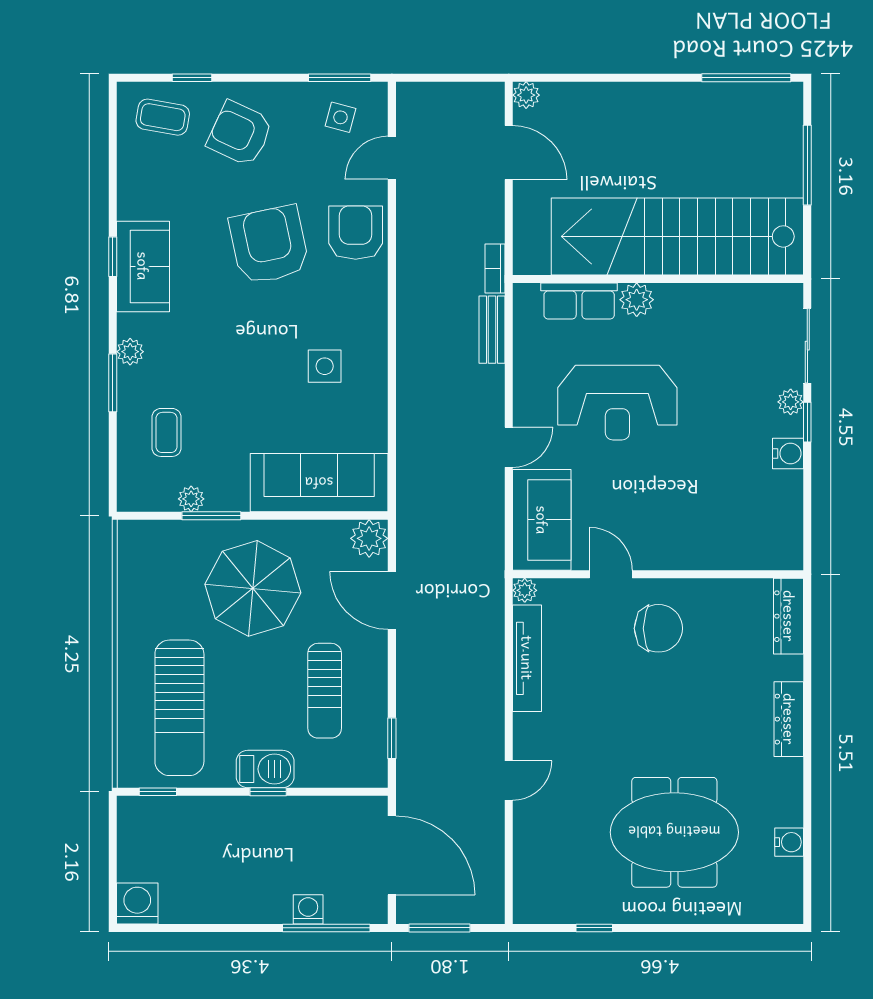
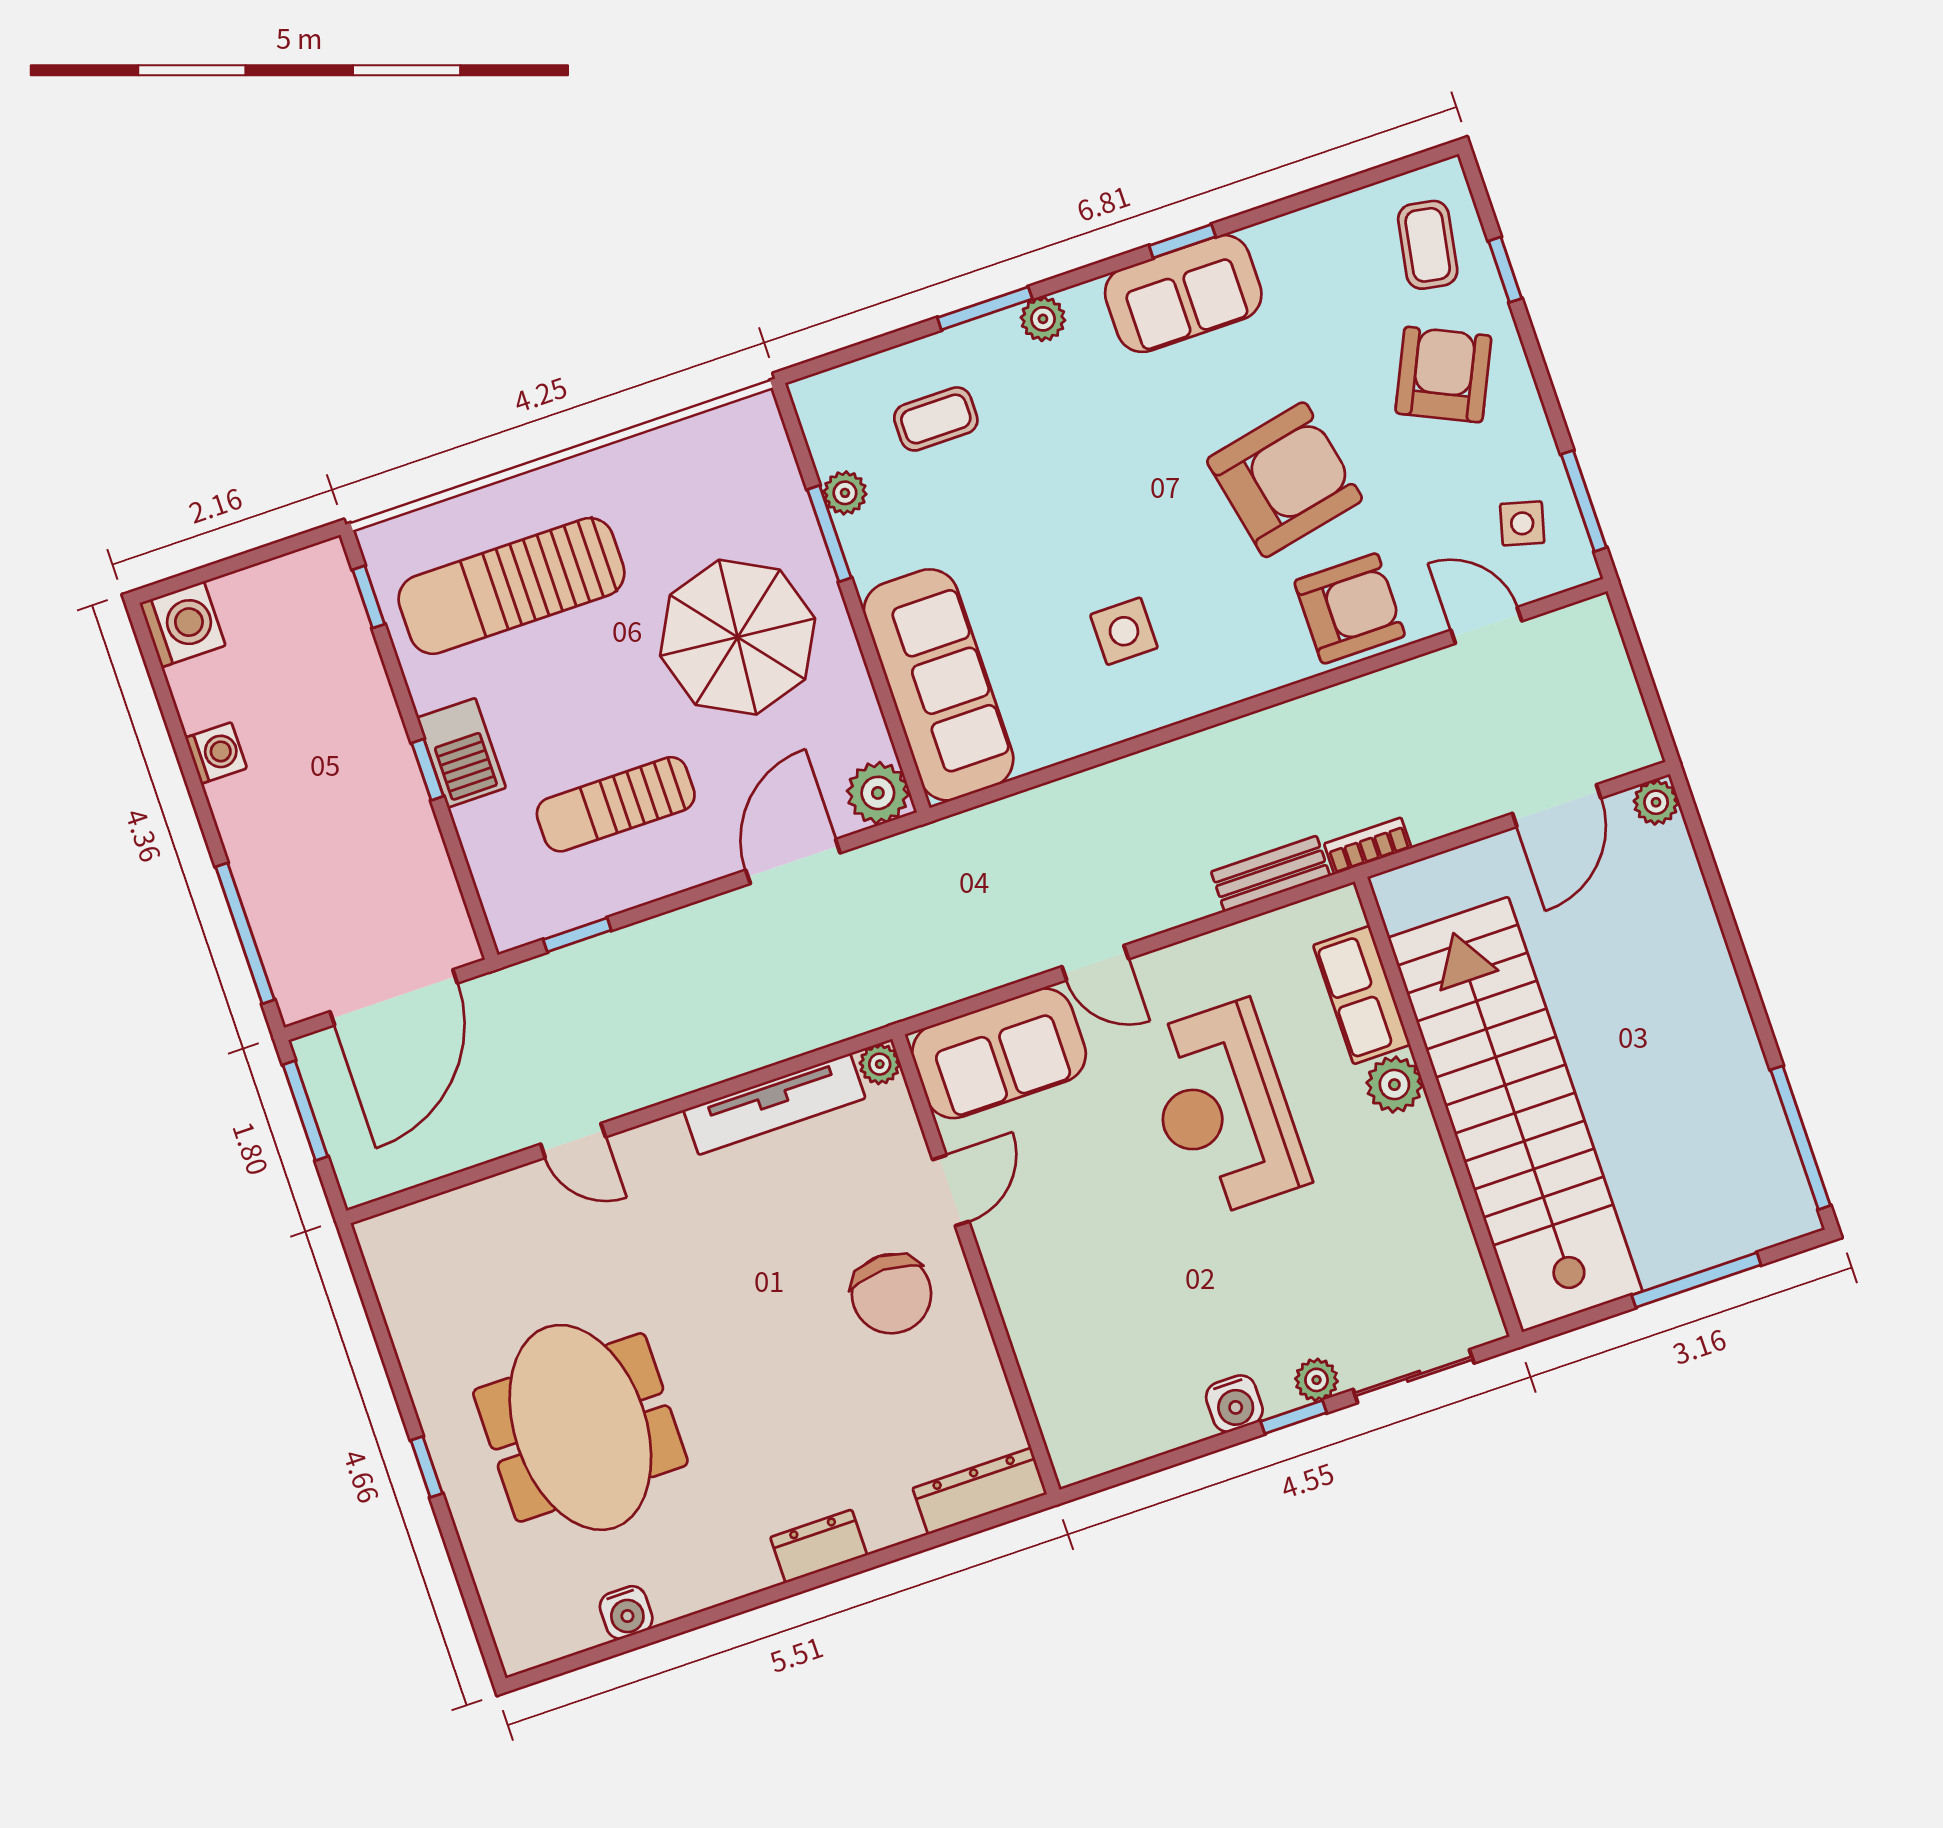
dresser: (789, 719) -> (819, 1546), width x0.70
washing machine: (308, 909) -> (216, 753), moved
window: (594, 928) -> (427, 1467), moved

